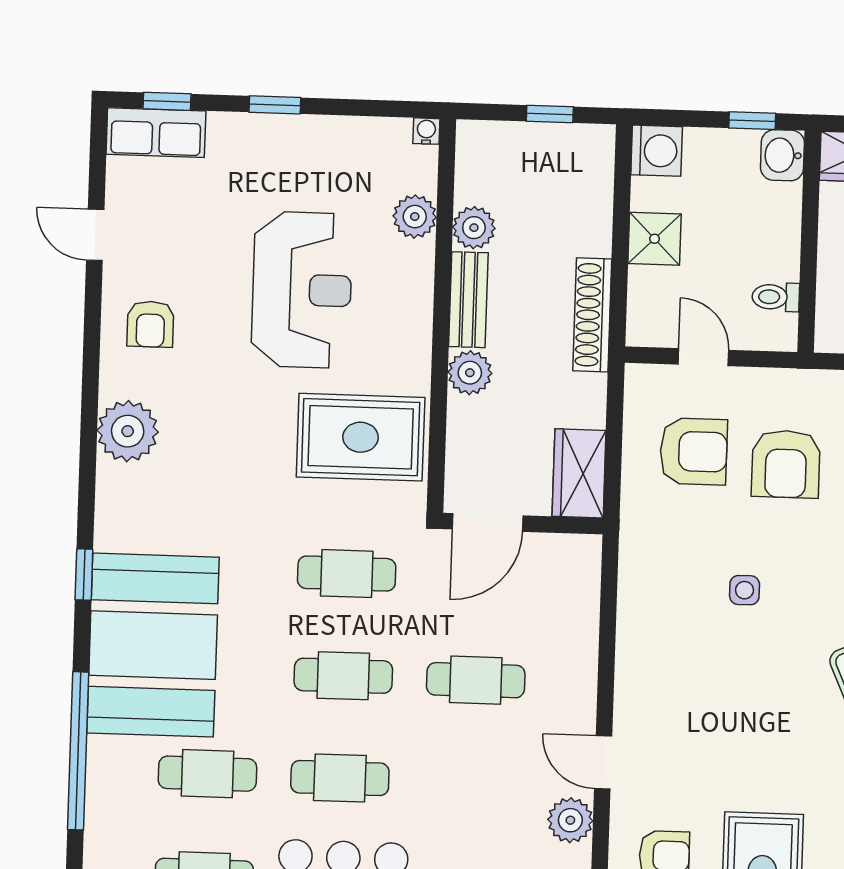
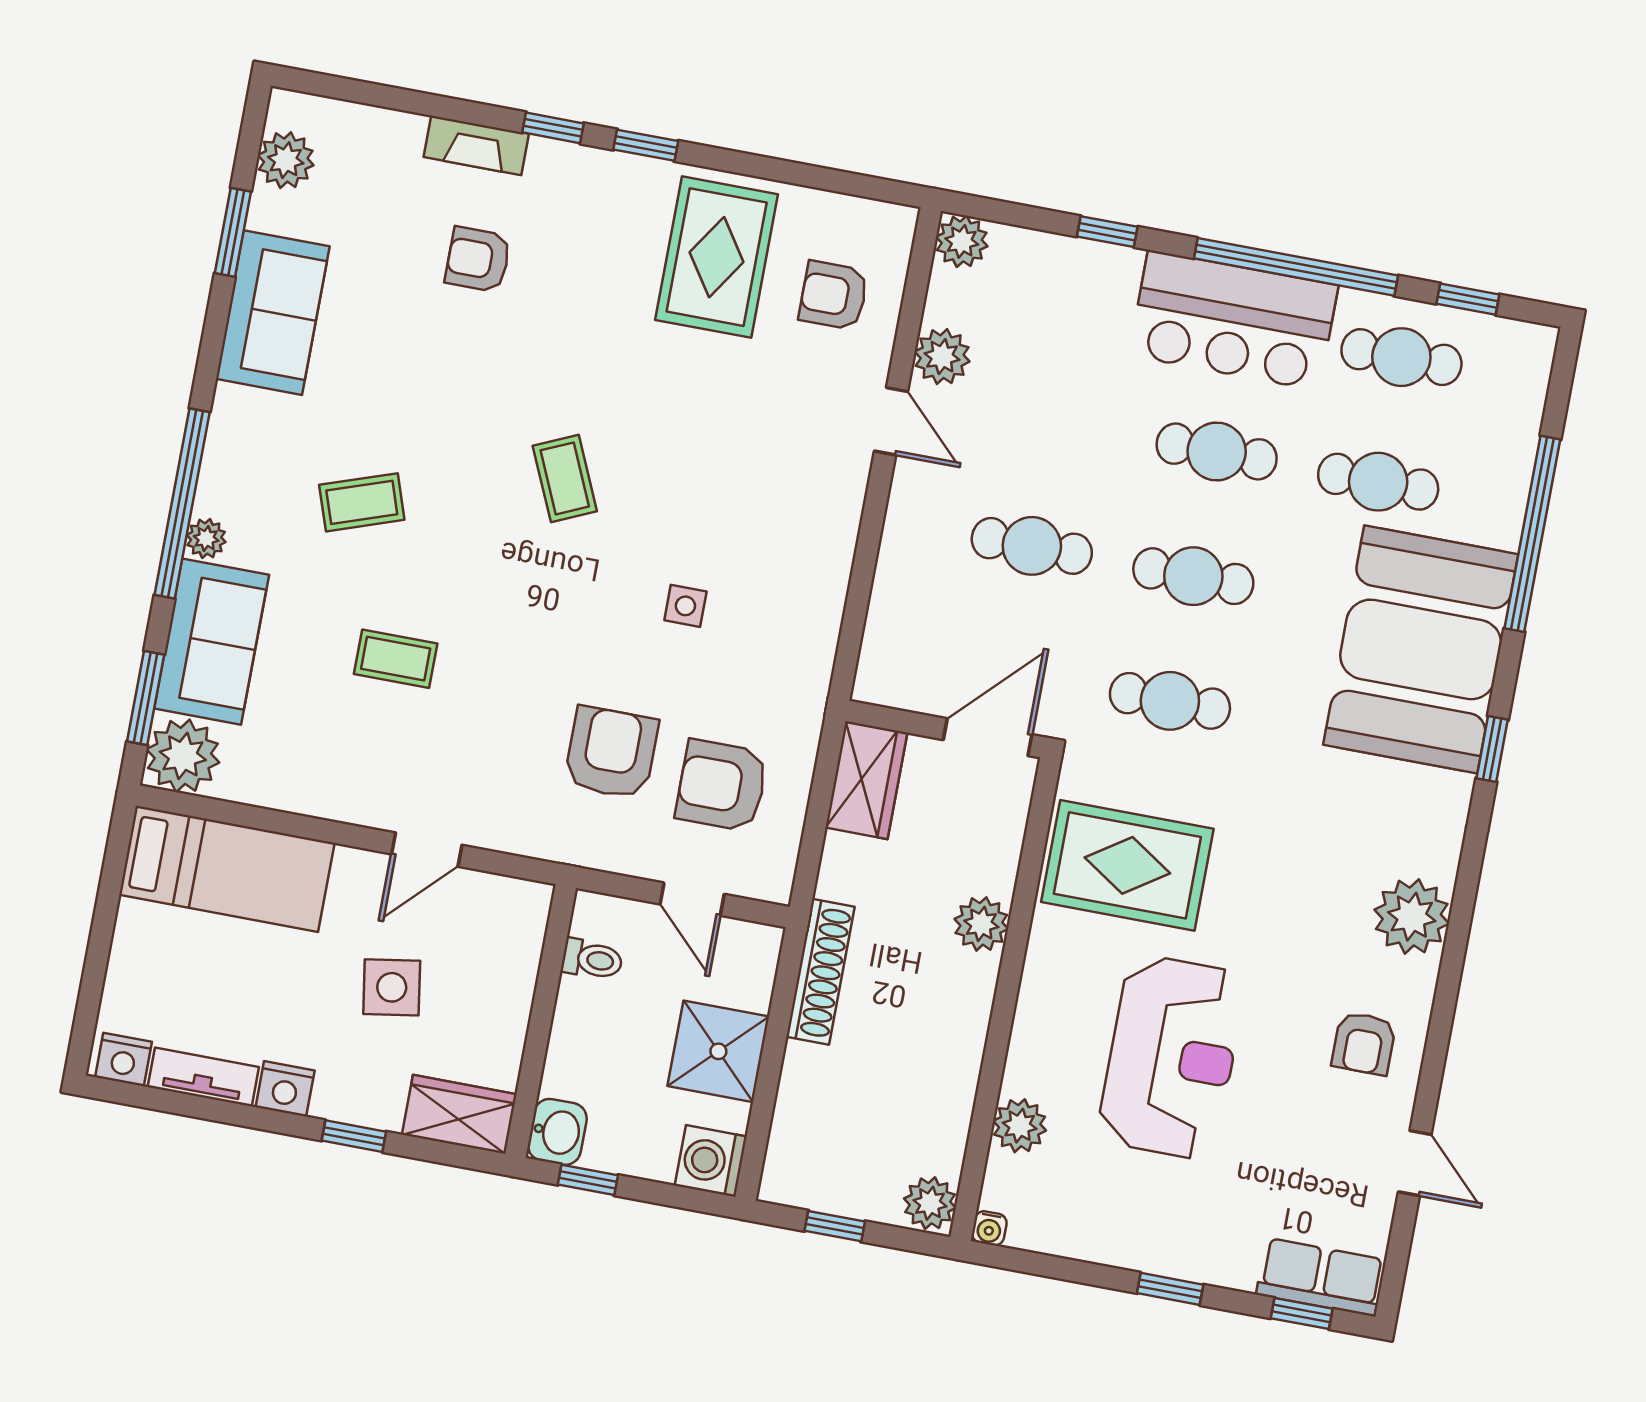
plant: (474, 228) -> (930, 1203), moved
shower: (655, 239) -> (718, 1051), width x1.36, depth x1.36
reception desk: (302, 290) -> (1172, 1057), turned 180
bench: (468, 300) -> (969, 1014), removed
armchair: (150, 324) -> (1364, 1043), turned 180

